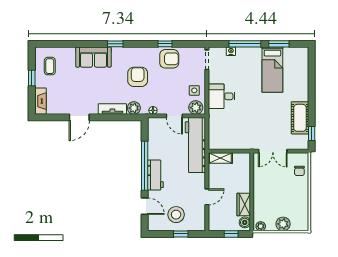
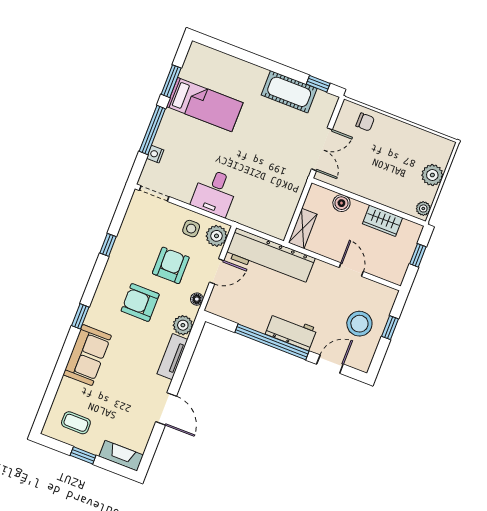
armchair: (169, 59) -> (171, 265), moved
boiler: (245, 222) -> (341, 203), moved

